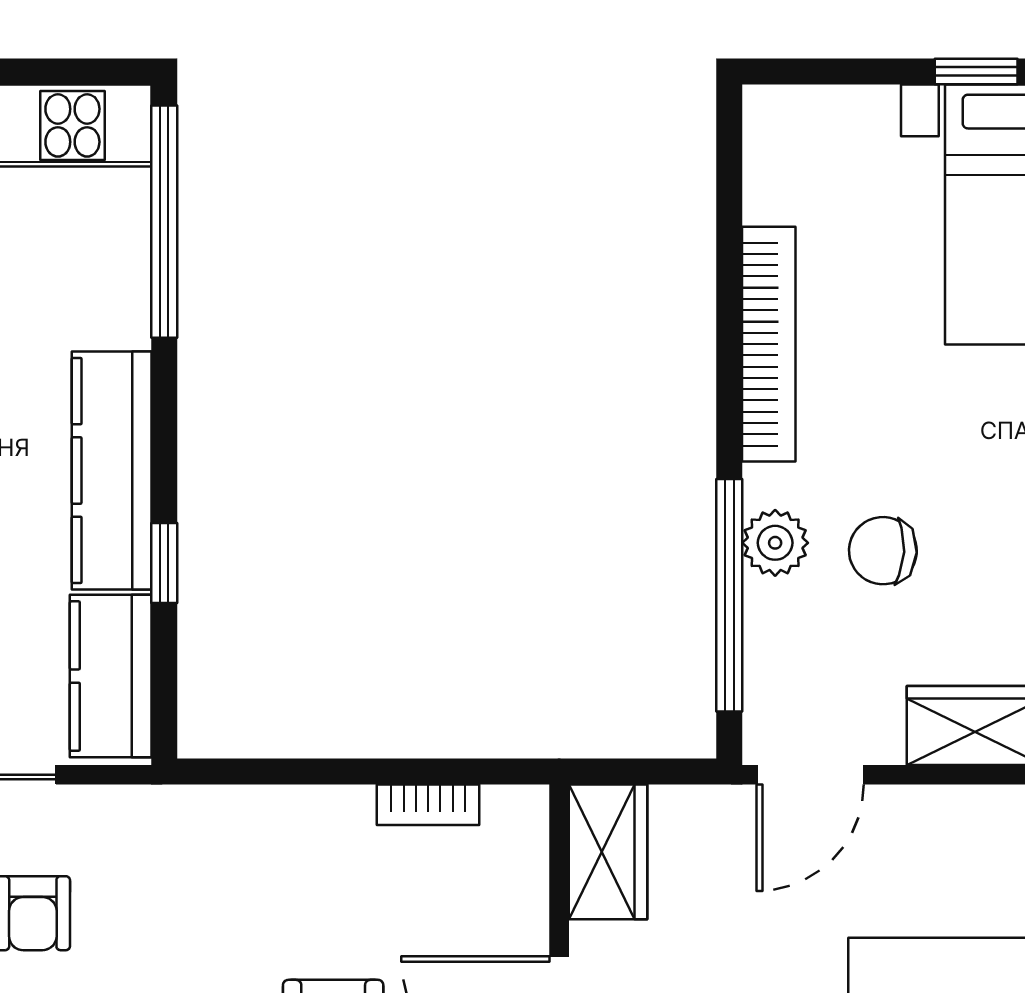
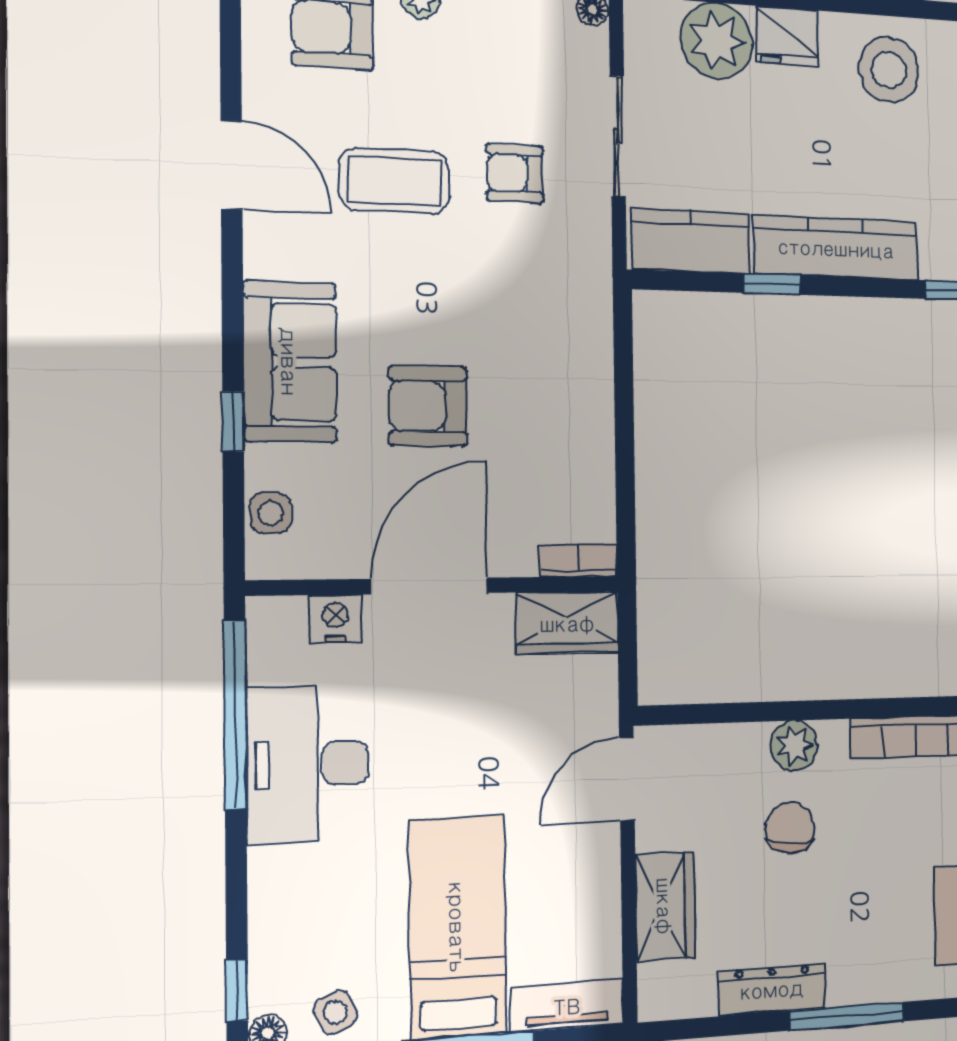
window: (729, 595) -> (756, 712), removed
door: (810, 775) -> (627, 779), hinge flipped
bookcase: (428, 805) -> (579, 561), moved, turned 90

